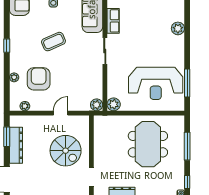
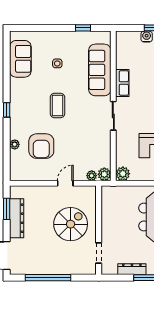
coffee table: (53, 42) -> (57, 105), turned -66
armchair: (39, 79) -> (41, 146), turned 180
plant: (25, 106) -> (92, 176), moved
spiral stairs: (66, 151) -> (71, 224), turned -90

